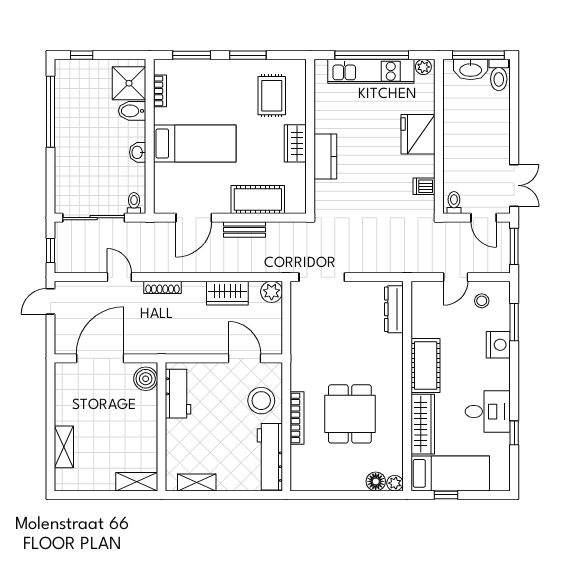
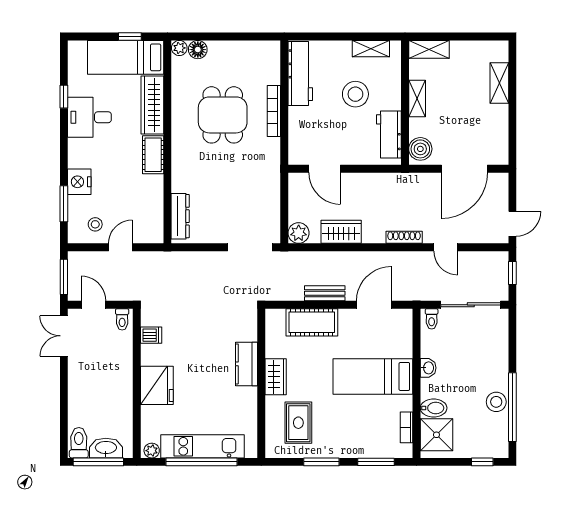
stool: (67, 117) -> (496, 402), added
cot: (426, 365) -> (153, 155), width x0.73, depth x0.75
stool: (261, 401) -> (355, 94), moved
shelving: (149, 431) -> (417, 99), added

